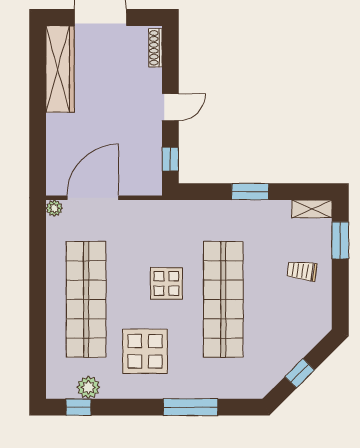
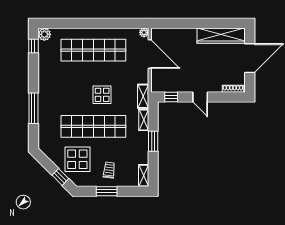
shelving: (212, 209) -> (144, 120), added
shelving: (169, 210) -> (143, 96), added
window: (340, 240) -> (107, 191), moved
display table: (145, 351) -> (77, 159), moved
window: (300, 373) -> (60, 177), moved
plant: (88, 387) -> (44, 34), moved

